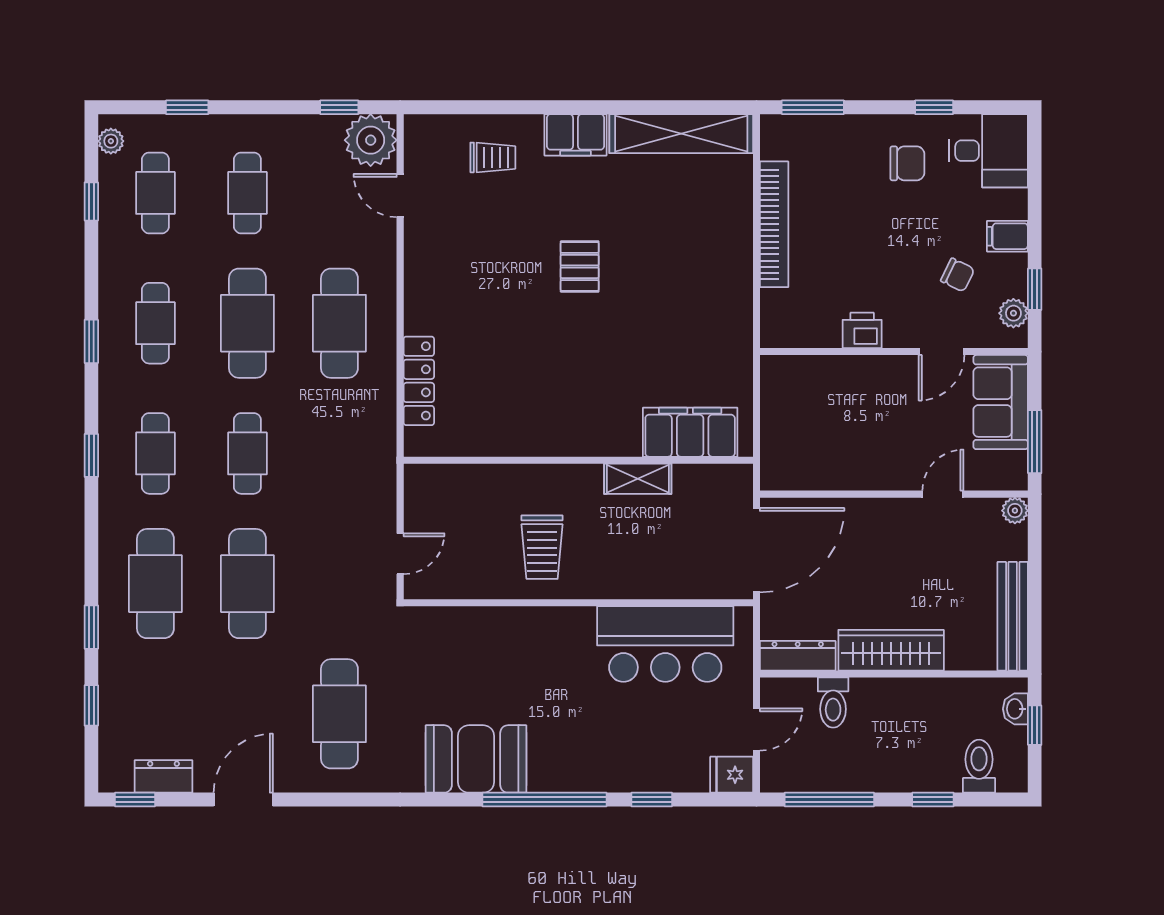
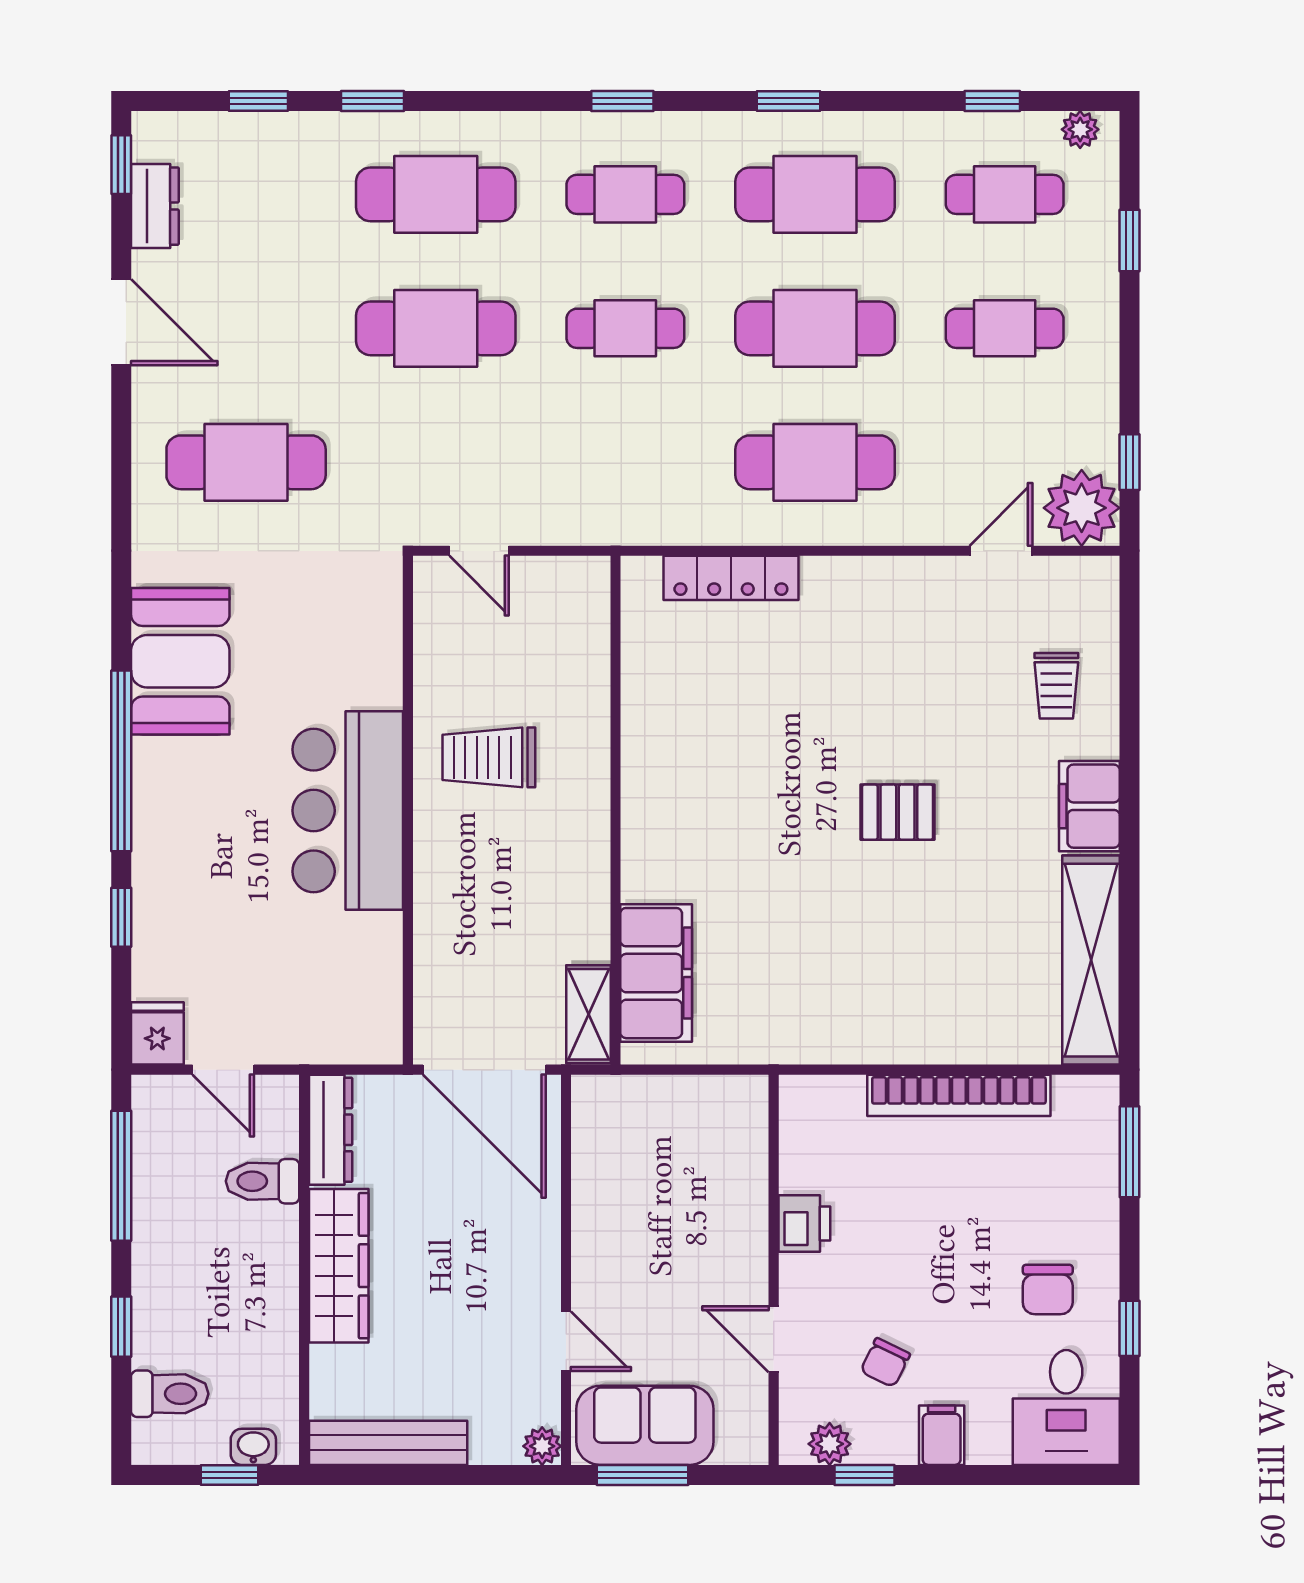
cafe table: (155, 323) -> (815, 194), width x1.37, depth x1.35
sofa: (1001, 402) -> (645, 1425), moved
shelving: (638, 479) -> (588, 1014), moved
bar counter: (665, 644) -> (348, 811), moved

